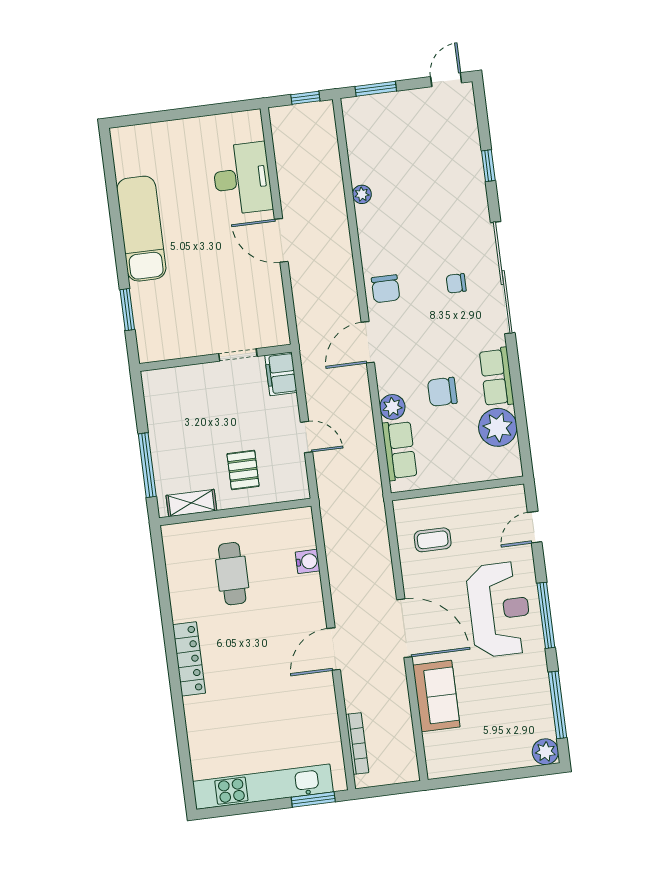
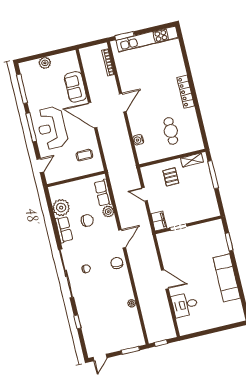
desk: (242, 178) -> (185, 305), width x0.73
plant: (545, 752) -> (45, 63), moved

